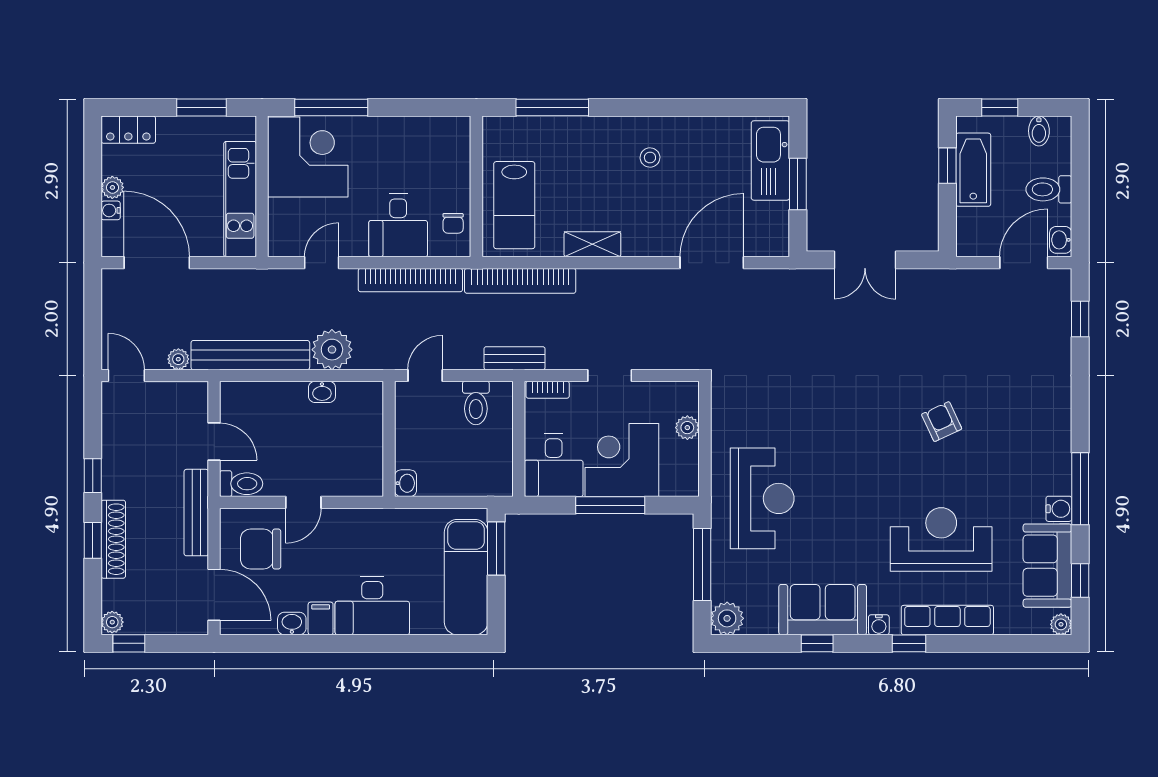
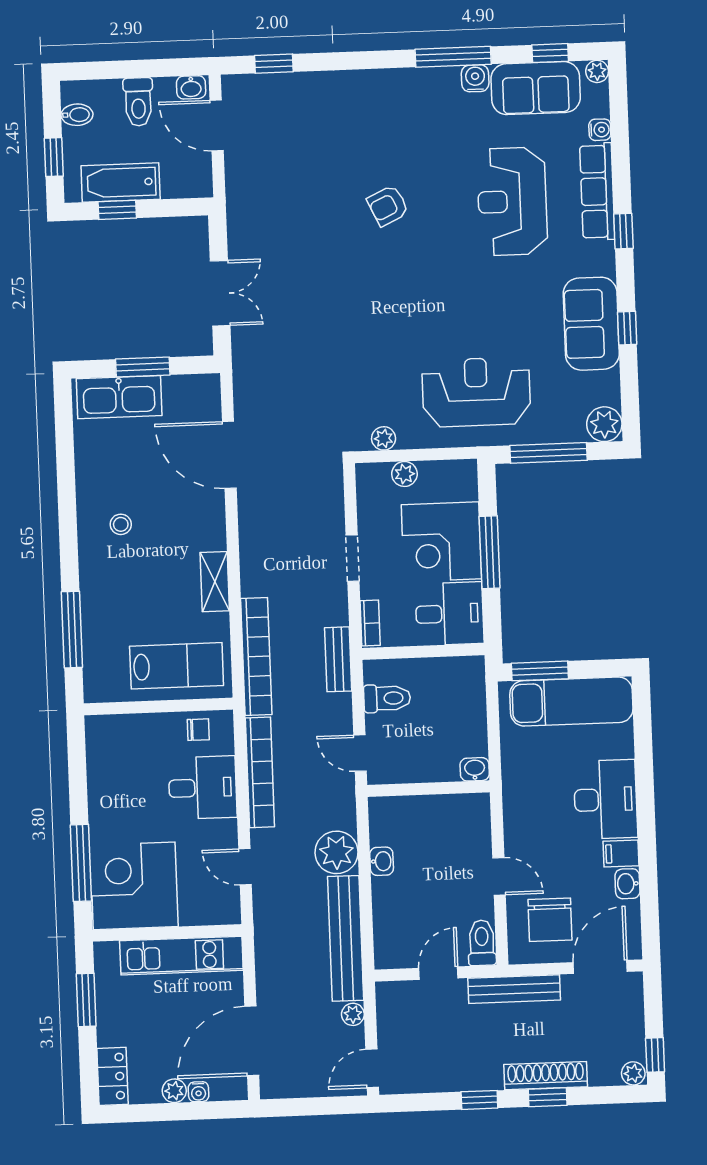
plant: (722, 409) -> (384, 438), added
water cooler: (879, 625) -> (600, 130), moved

